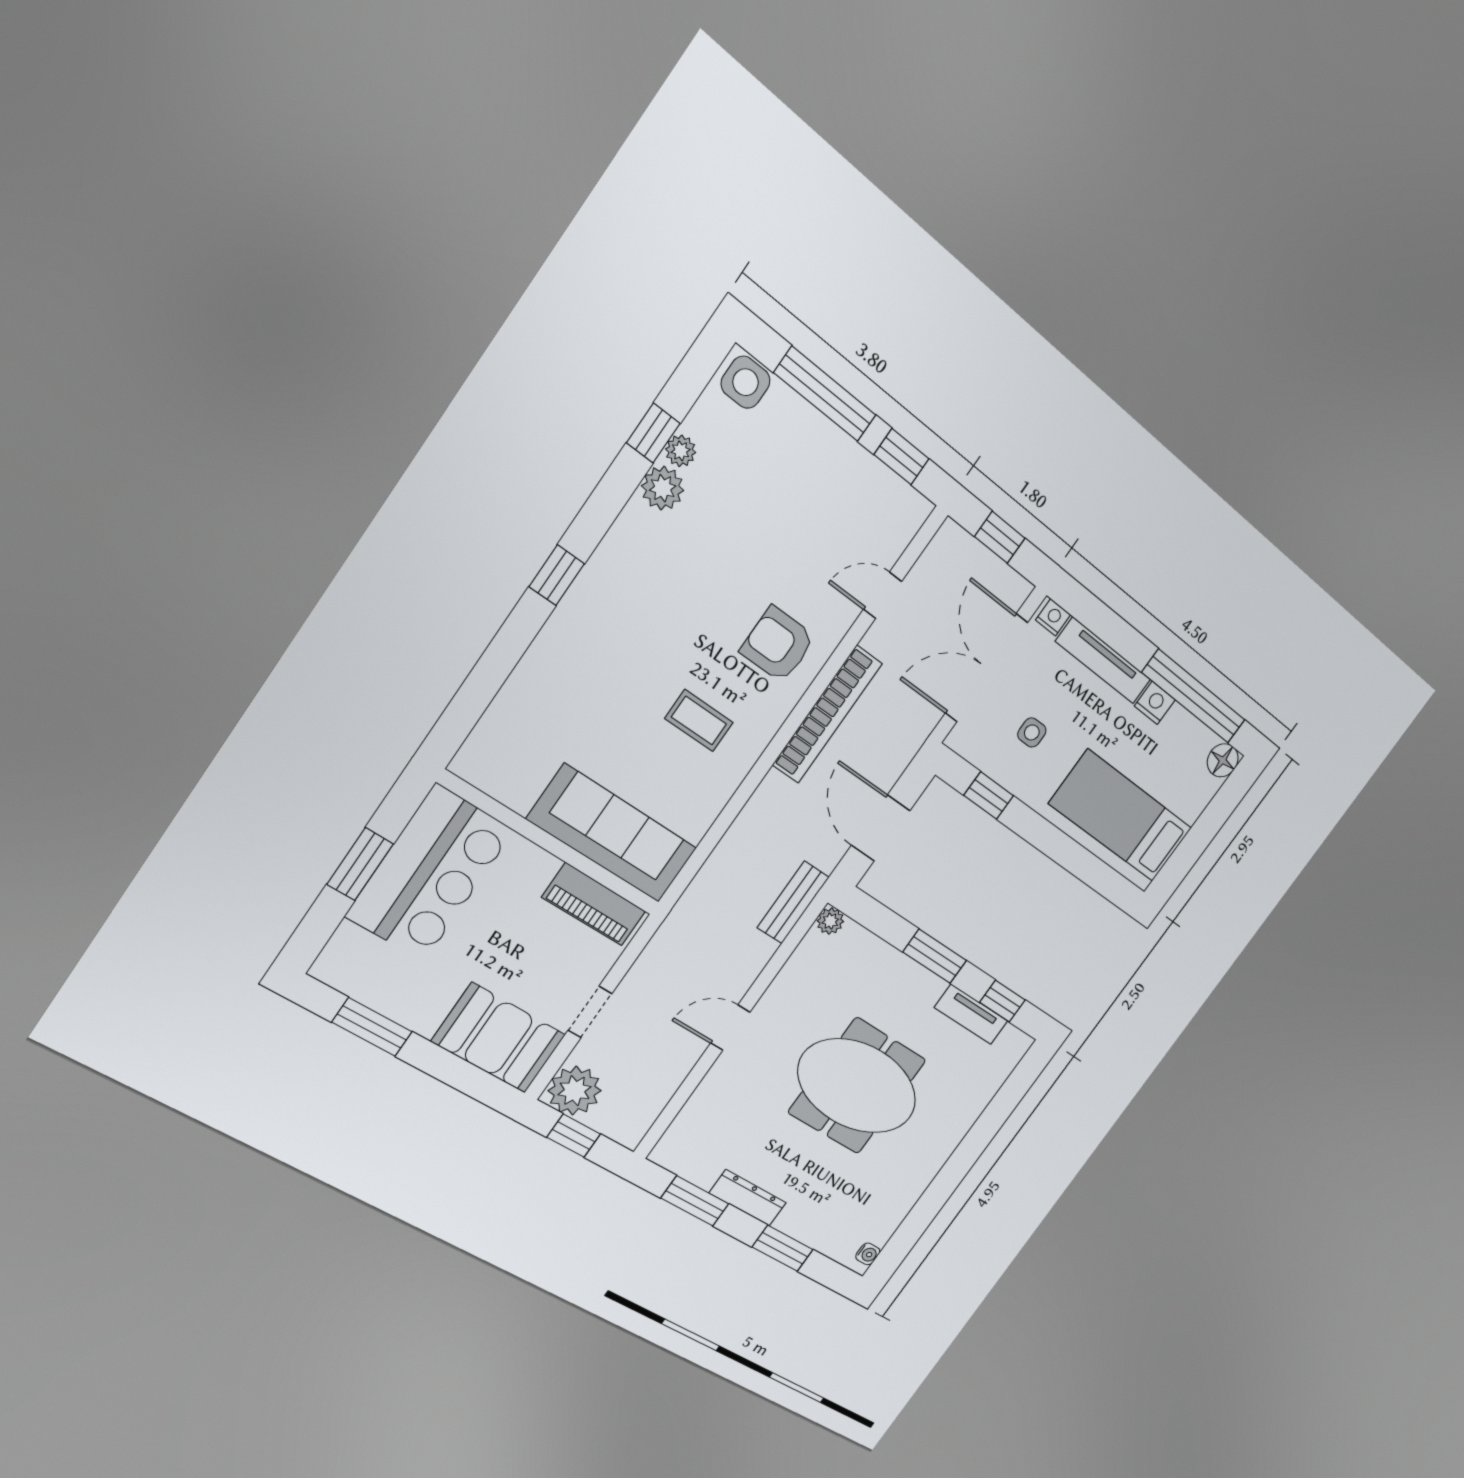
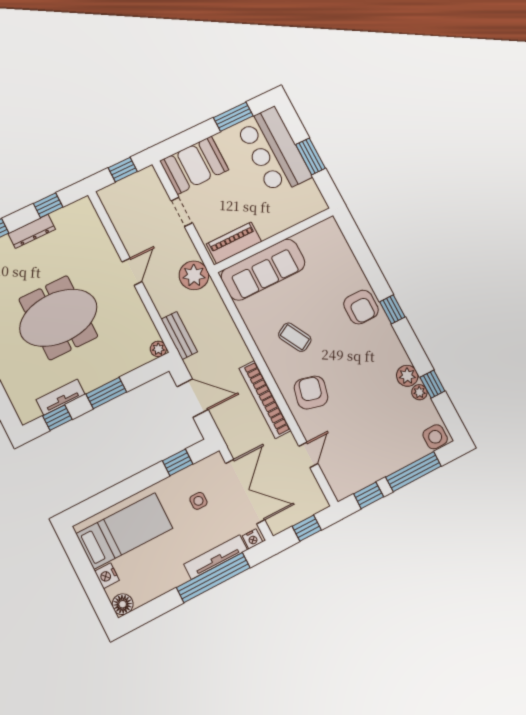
armchair: (584, 634) -> (361, 307), added
armchair: (778, 645) -> (311, 392), turned -76
window: (1194, 696) -> (213, 578), moved
nightstand: (1155, 703) -> (107, 576), moved, turned 90
coffee table: (699, 721) -> (295, 337), turned 61
bar counter: (430, 873) -> (274, 151), moved
plant: (575, 1091) -> (194, 275), moved
window: (695, 1201) -> (48, 205), width x0.67

